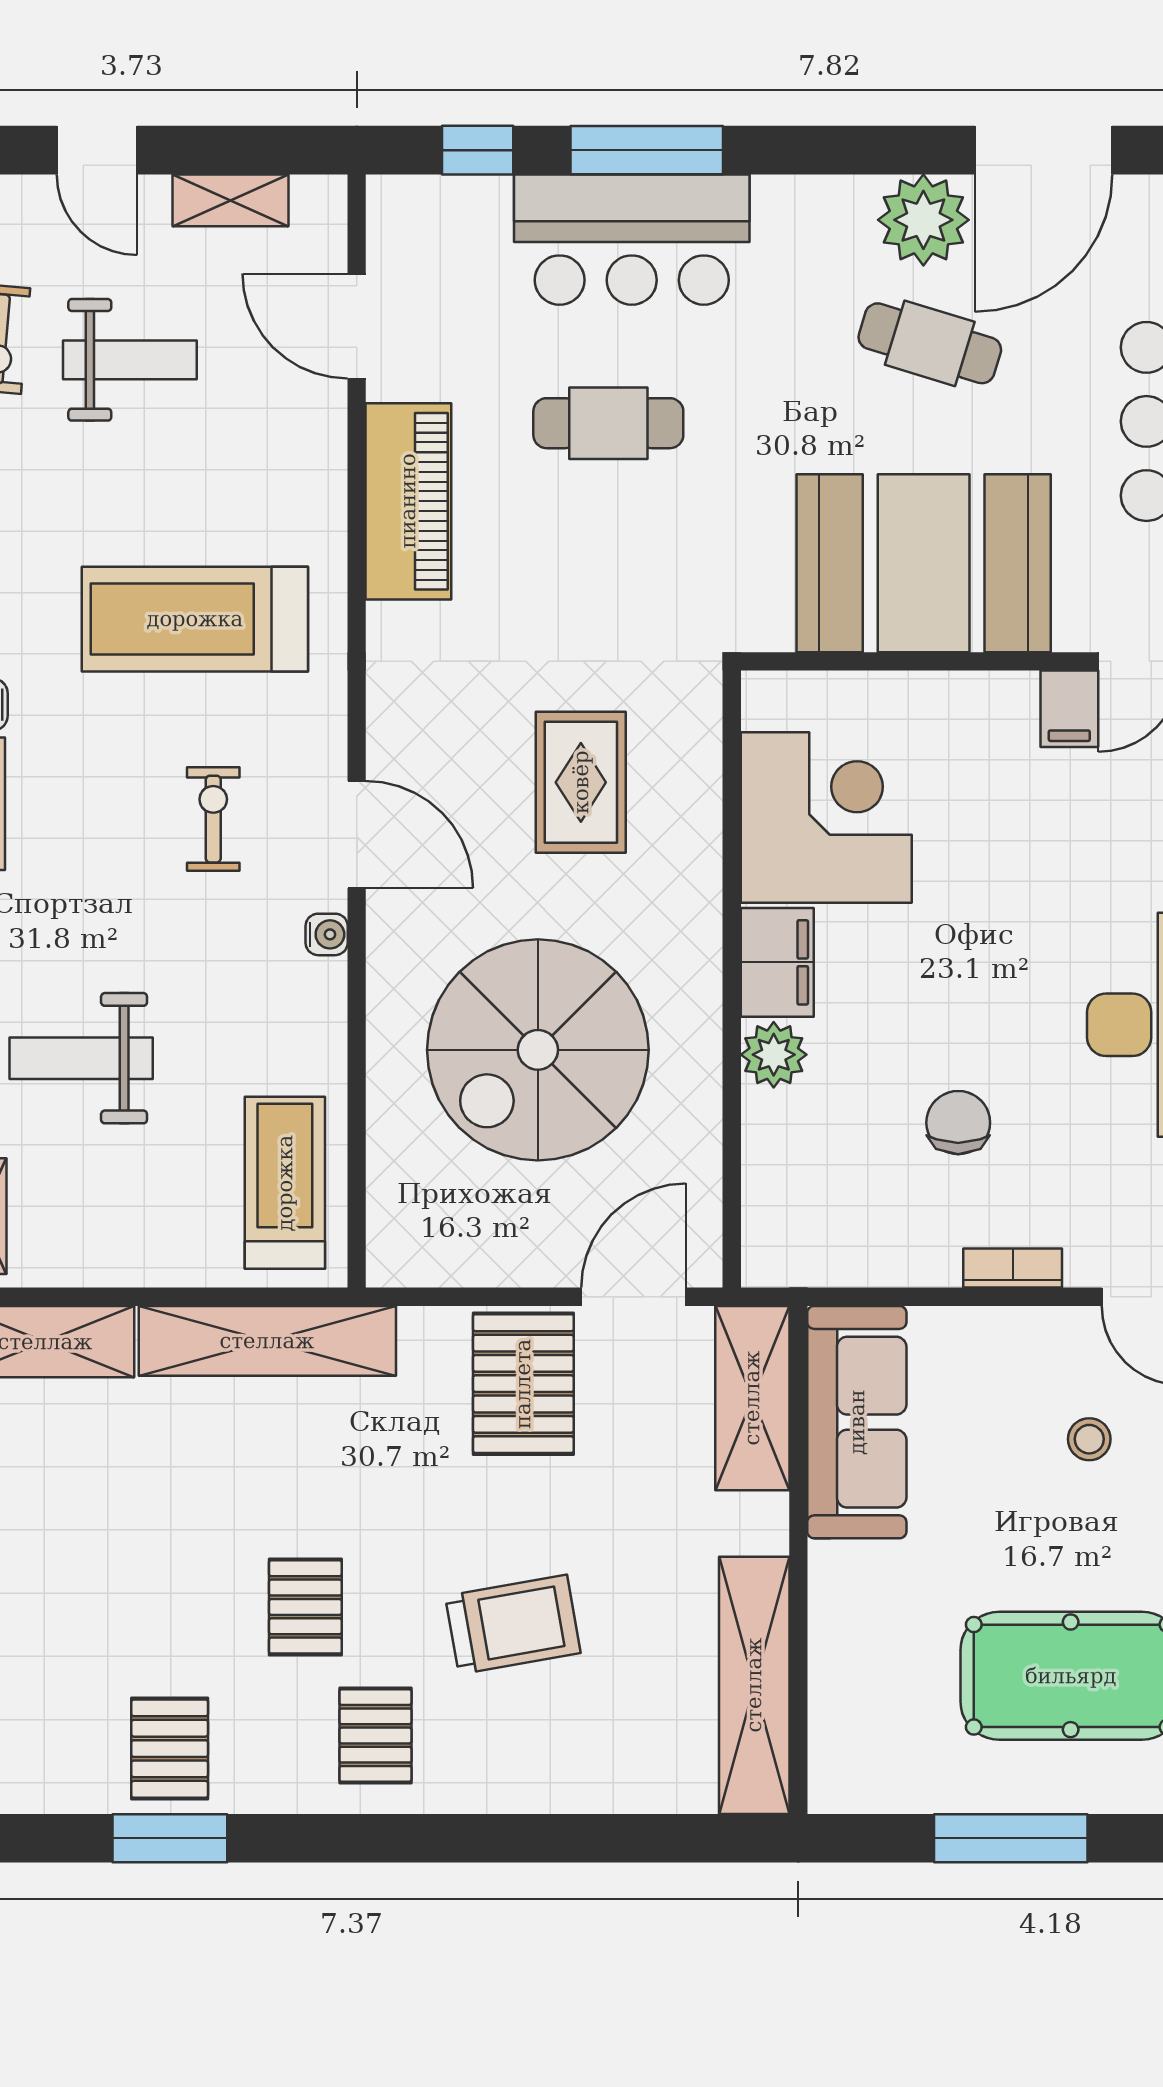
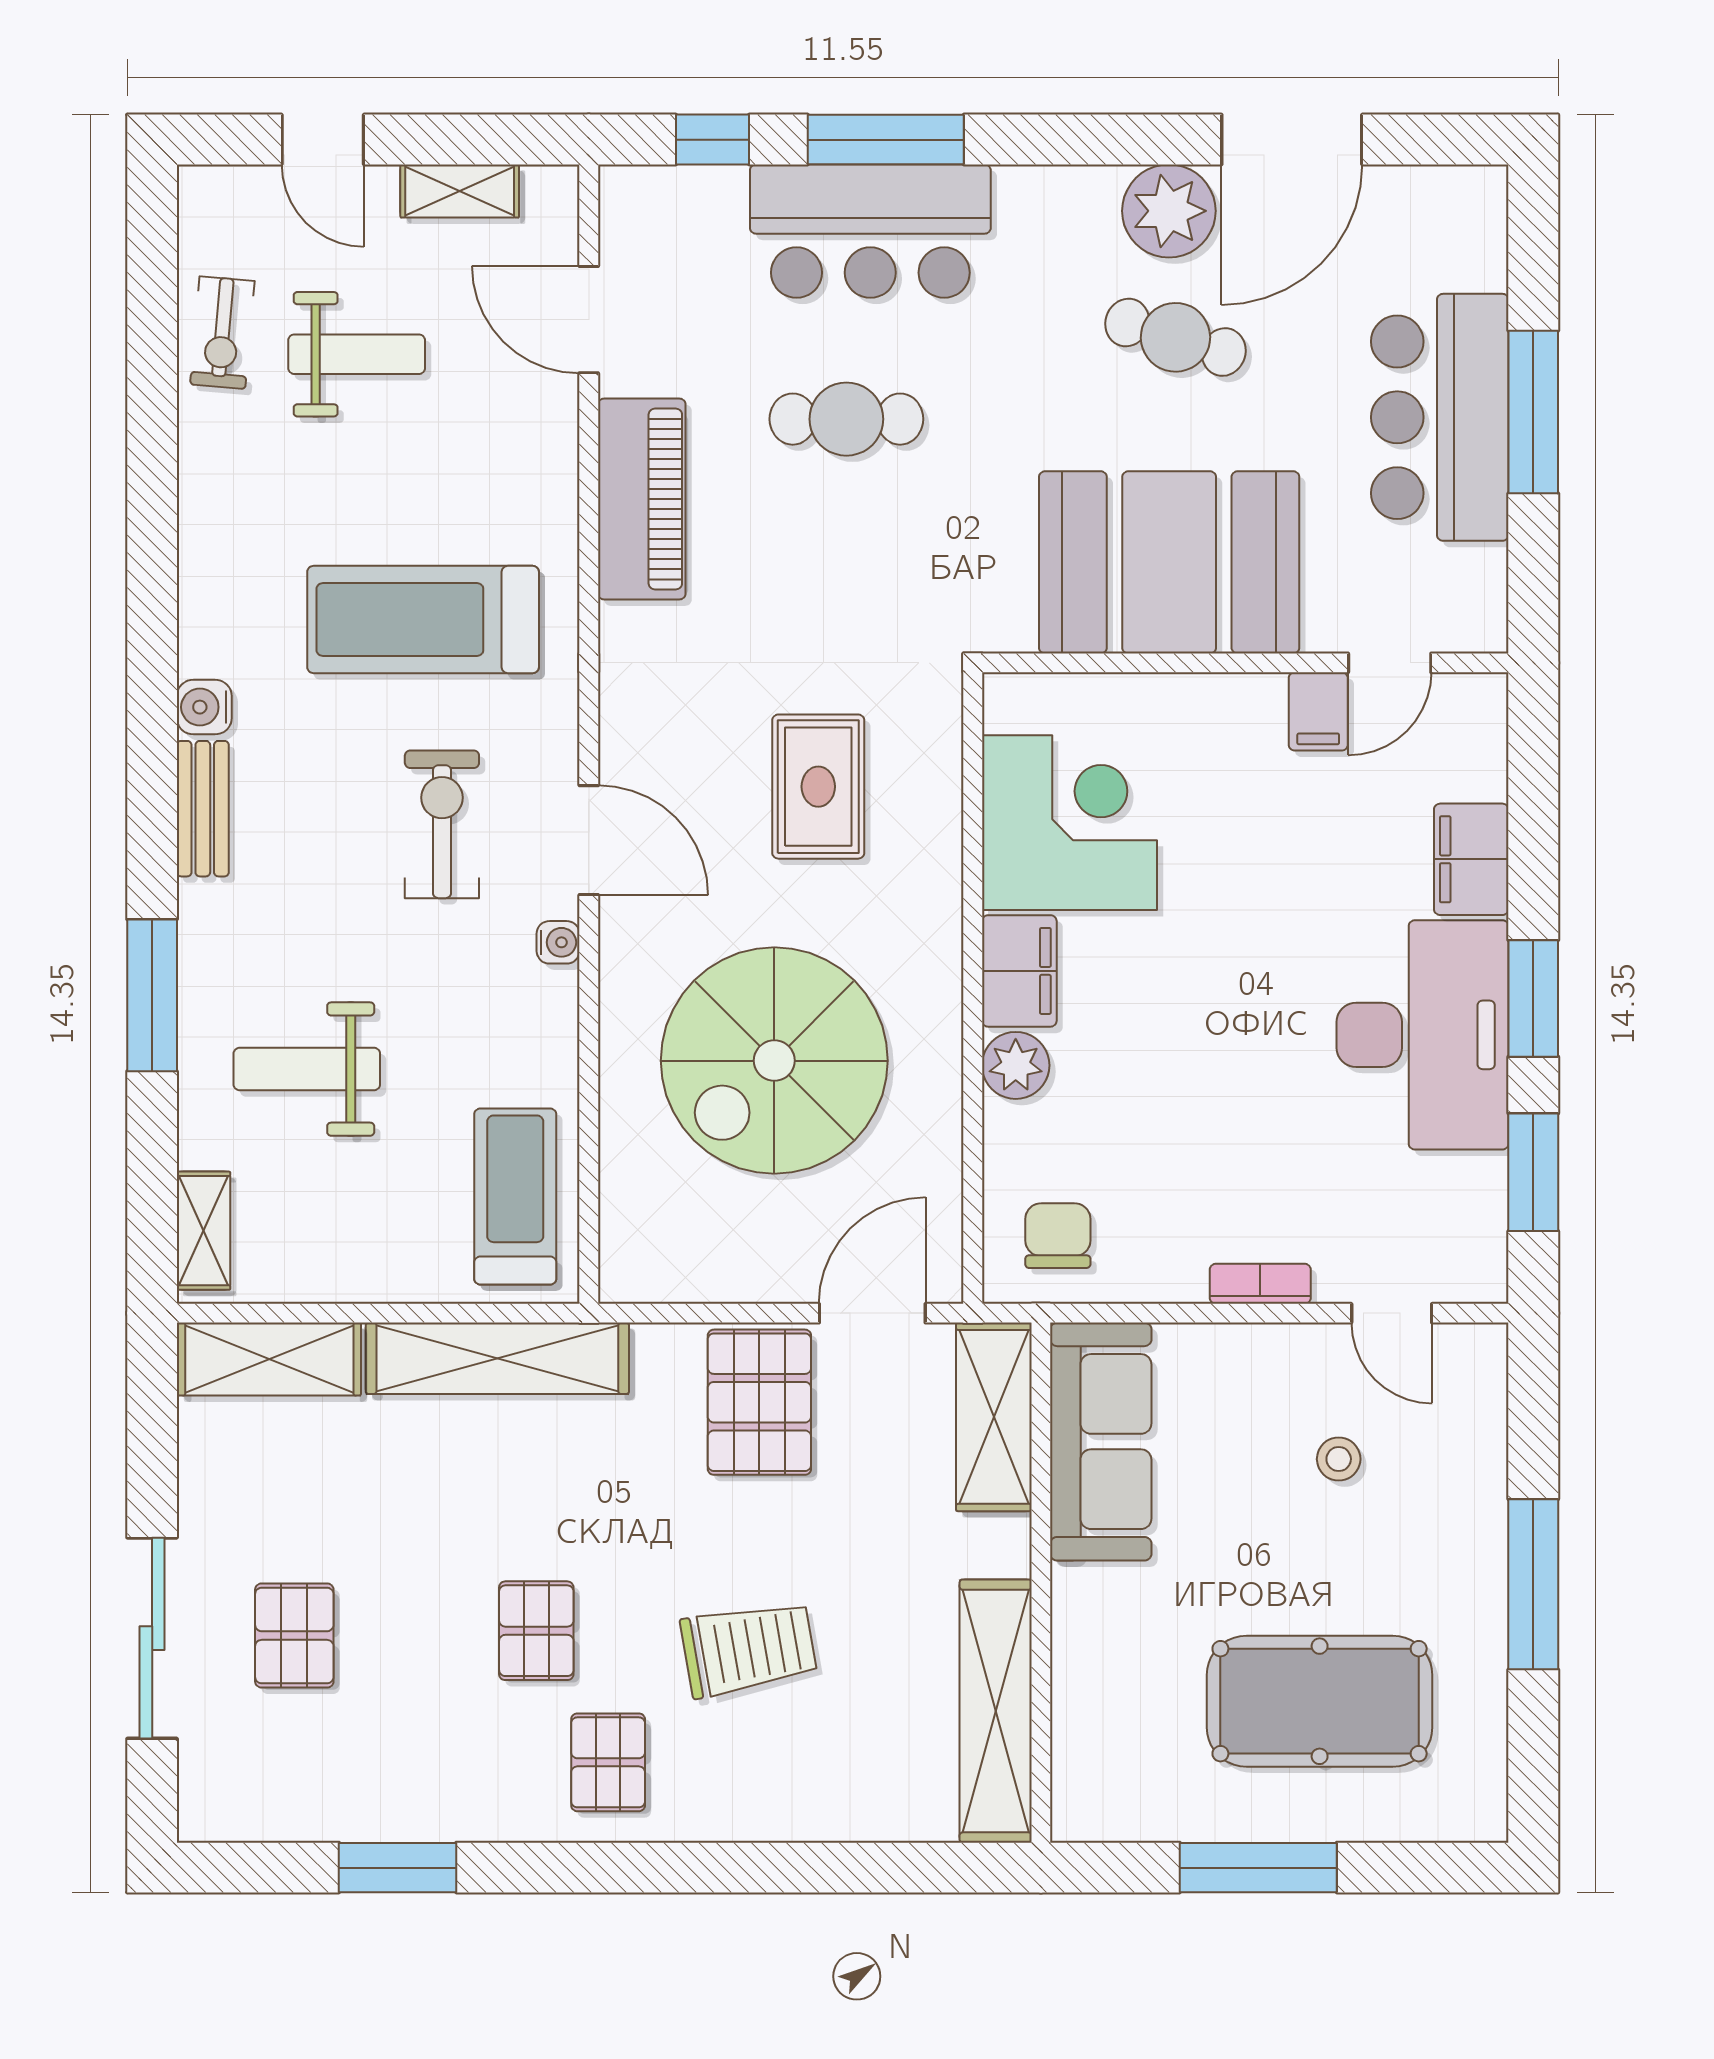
exercise bike: (213, 819) -> (442, 824), width x1.38, depth x1.39
chair: (958, 1123) -> (1058, 1236), moved
pallet: (170, 1749) -> (294, 1636), moved

